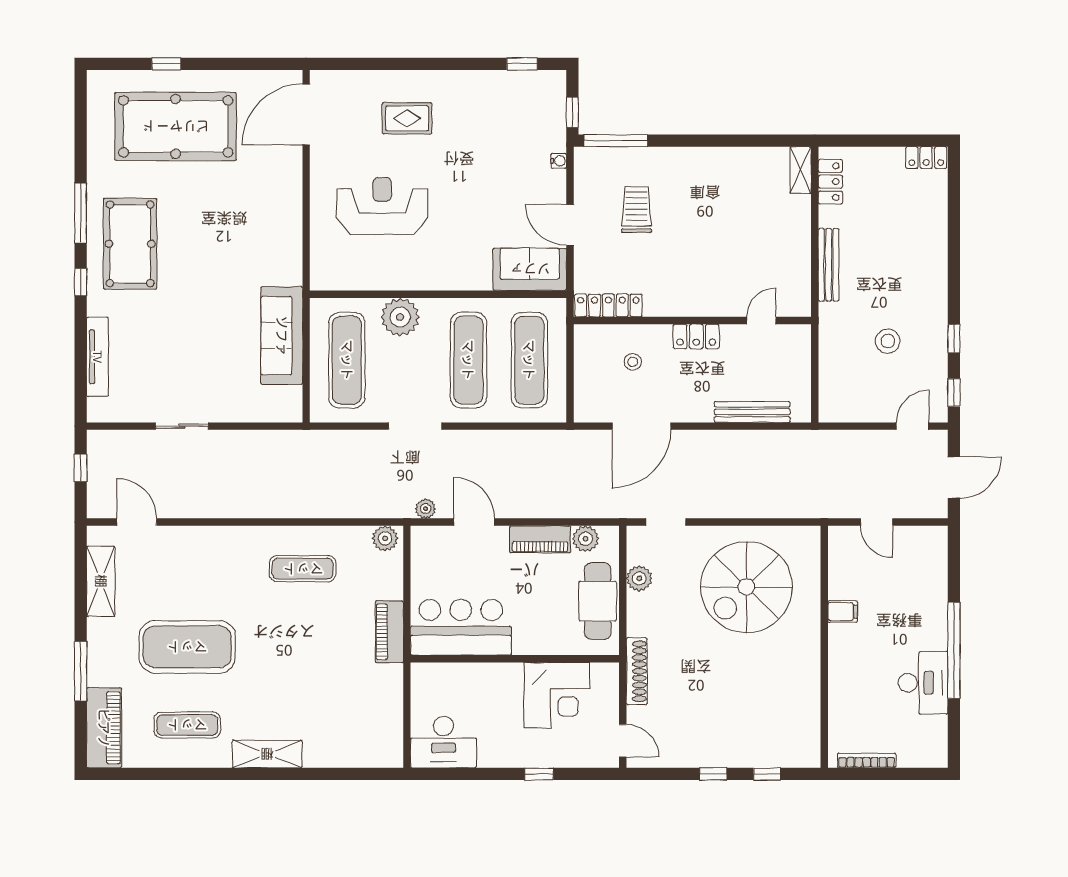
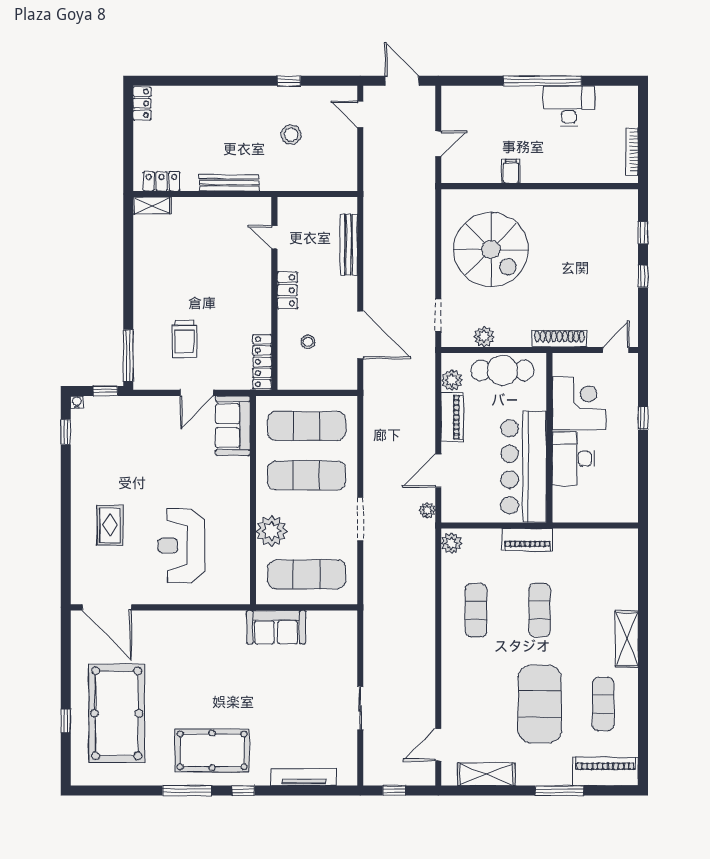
water cooler: (559, 161) -> (77, 402), moved
trolley: (637, 210) -> (184, 339), turned -90
sofa: (282, 336) -> (276, 627), width x0.73
window: (954, 393) -> (333, 81), removed
bar counter: (461, 627) -> (524, 467), width x1.36
exercise mat: (303, 647) -> (540, 610), added
desk: (443, 742) -> (573, 459), moved, turned 180

